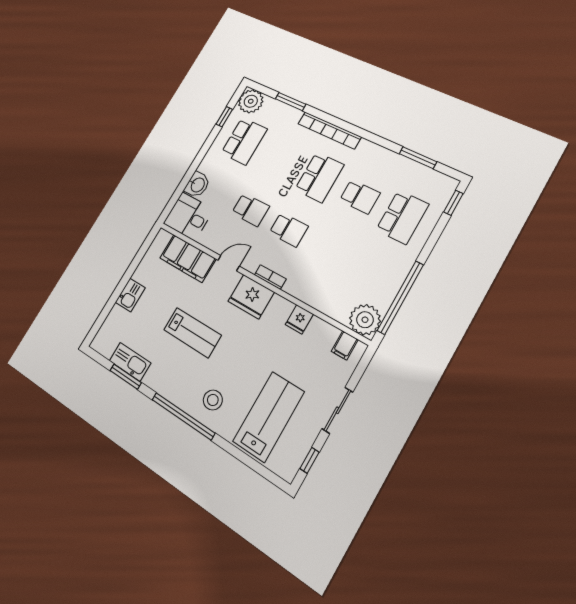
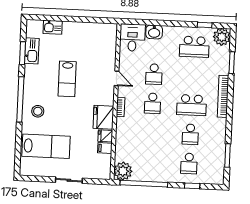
window: (453, 203) -> (192, 186), moved
school desk: (402, 217) -> (189, 163), width x0.54
filing cabinet: (188, 258) -> (107, 52), removed
kitchen sink: (130, 295) -> (53, 27), moved
fridge: (251, 297) -> (103, 117), moved
filing cabinet: (345, 345) -> (105, 148), moved
window: (309, 460) -> (37, 179), removed

